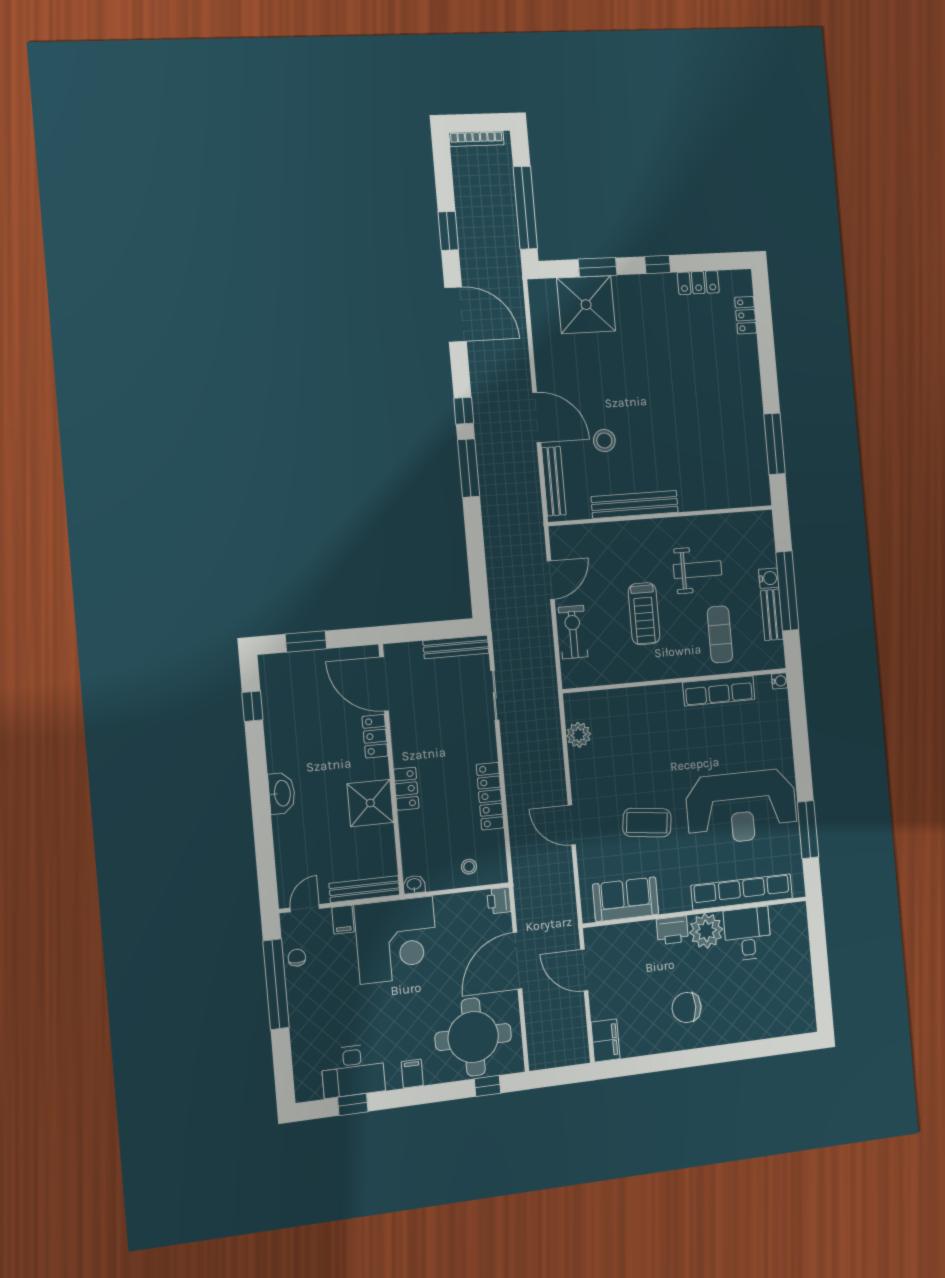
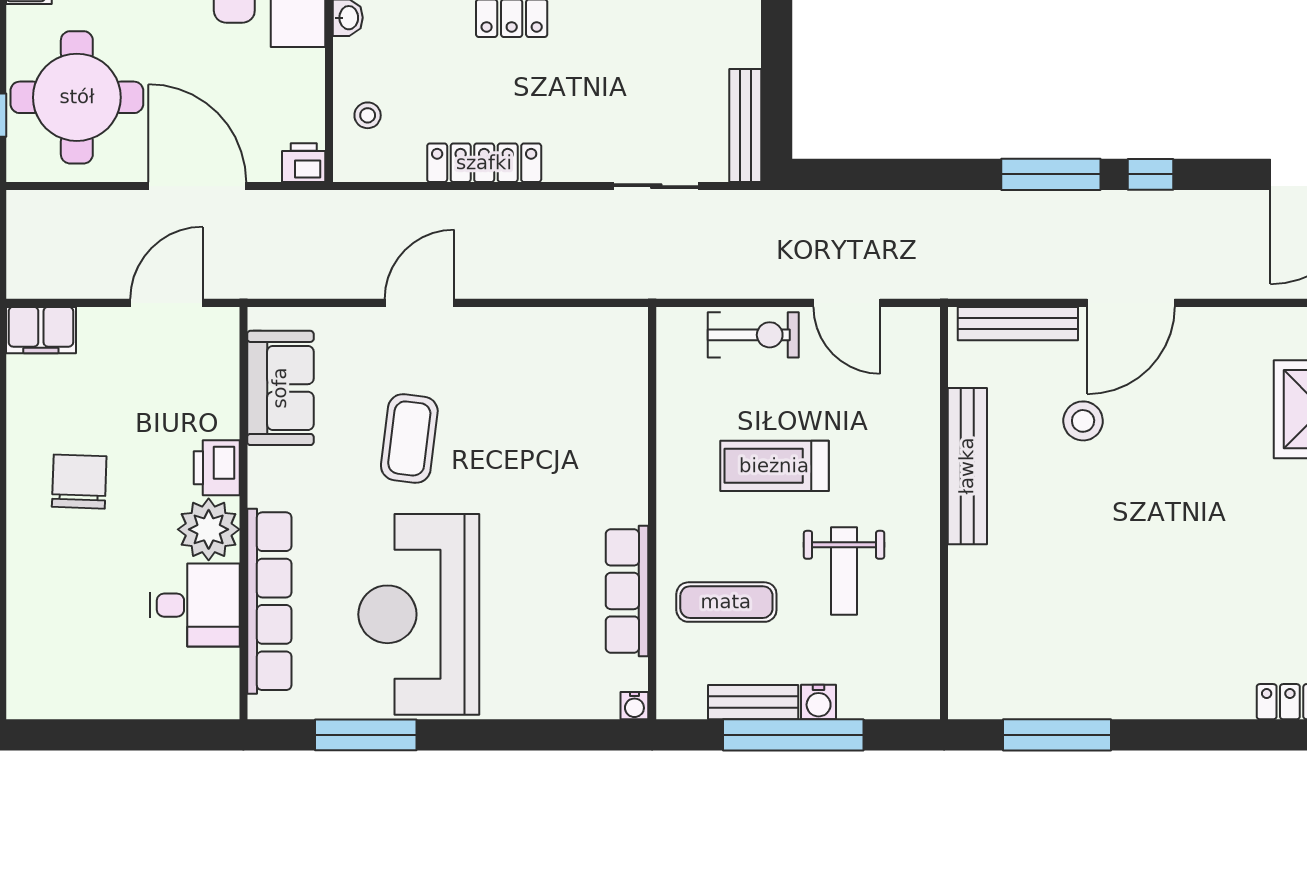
plant: (579, 735) -> (574, 329), removed

